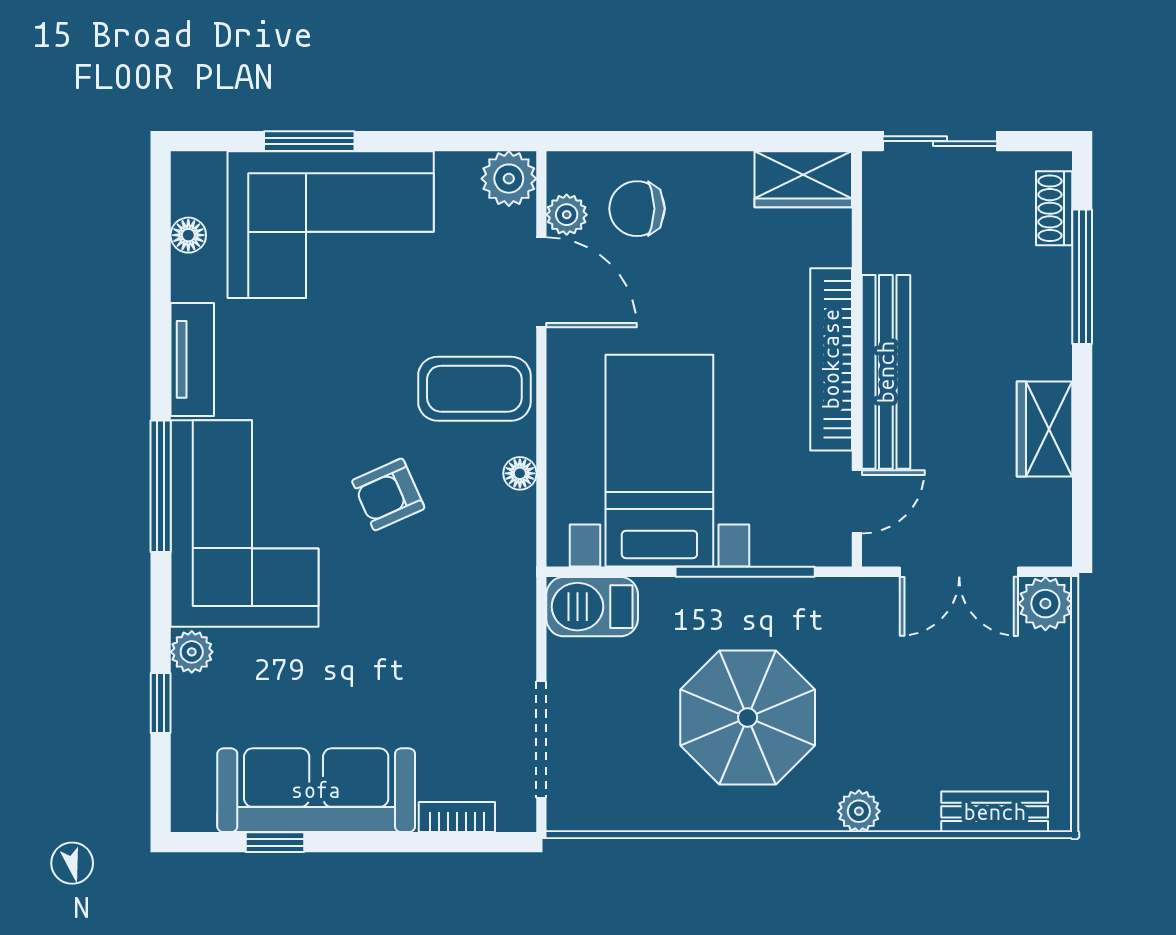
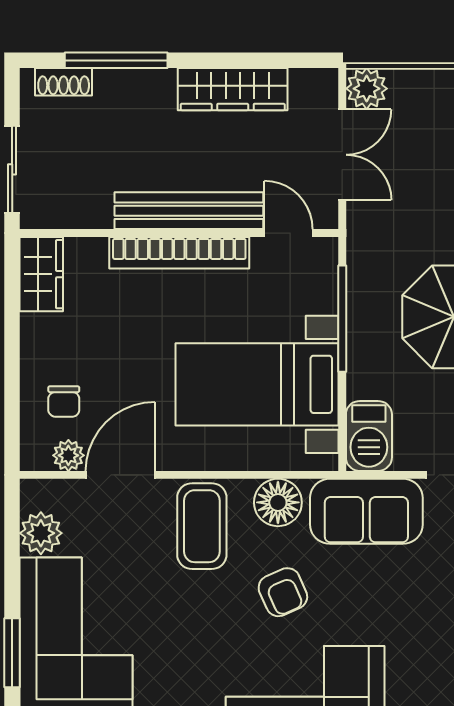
plant: (509, 179) -> (41, 533), moved
chair: (637, 209) -> (64, 402), width x0.73, depth x0.73
wardrobe: (1045, 429) -> (233, 89), width x1.50
floor lamp: (520, 473) -> (278, 502), width x1.89, depth x1.89
sofa: (494, 603) -> (366, 511), added

